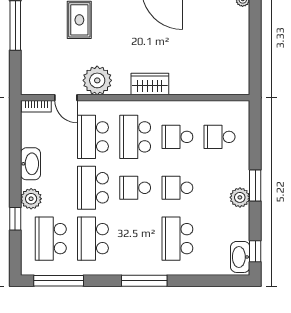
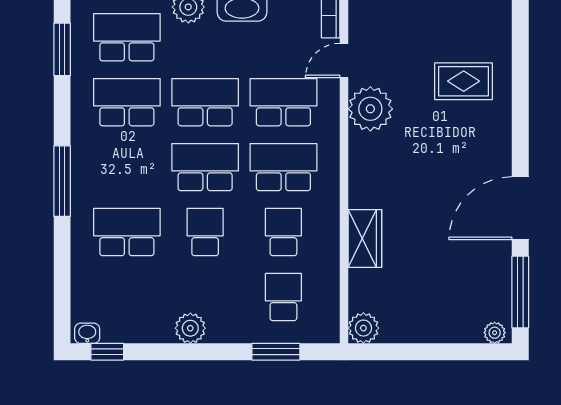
wardrobe: (150, 84) -> (365, 239), moved
plant: (240, 85) -> (363, 328), added
window: (255, 186) -> (276, 352), moved
school desk: (135, 188) -> (205, 167), width x1.85
washbasin: (240, 257) -> (87, 333), width x0.52, depth x0.69
window: (59, 281) -> (62, 49), width x0.69

